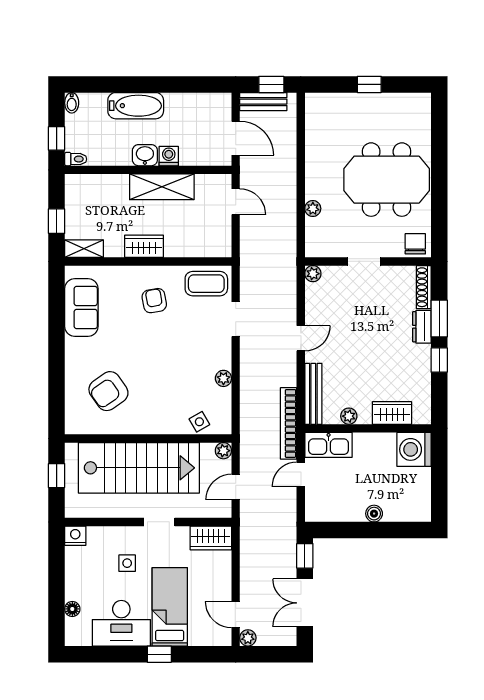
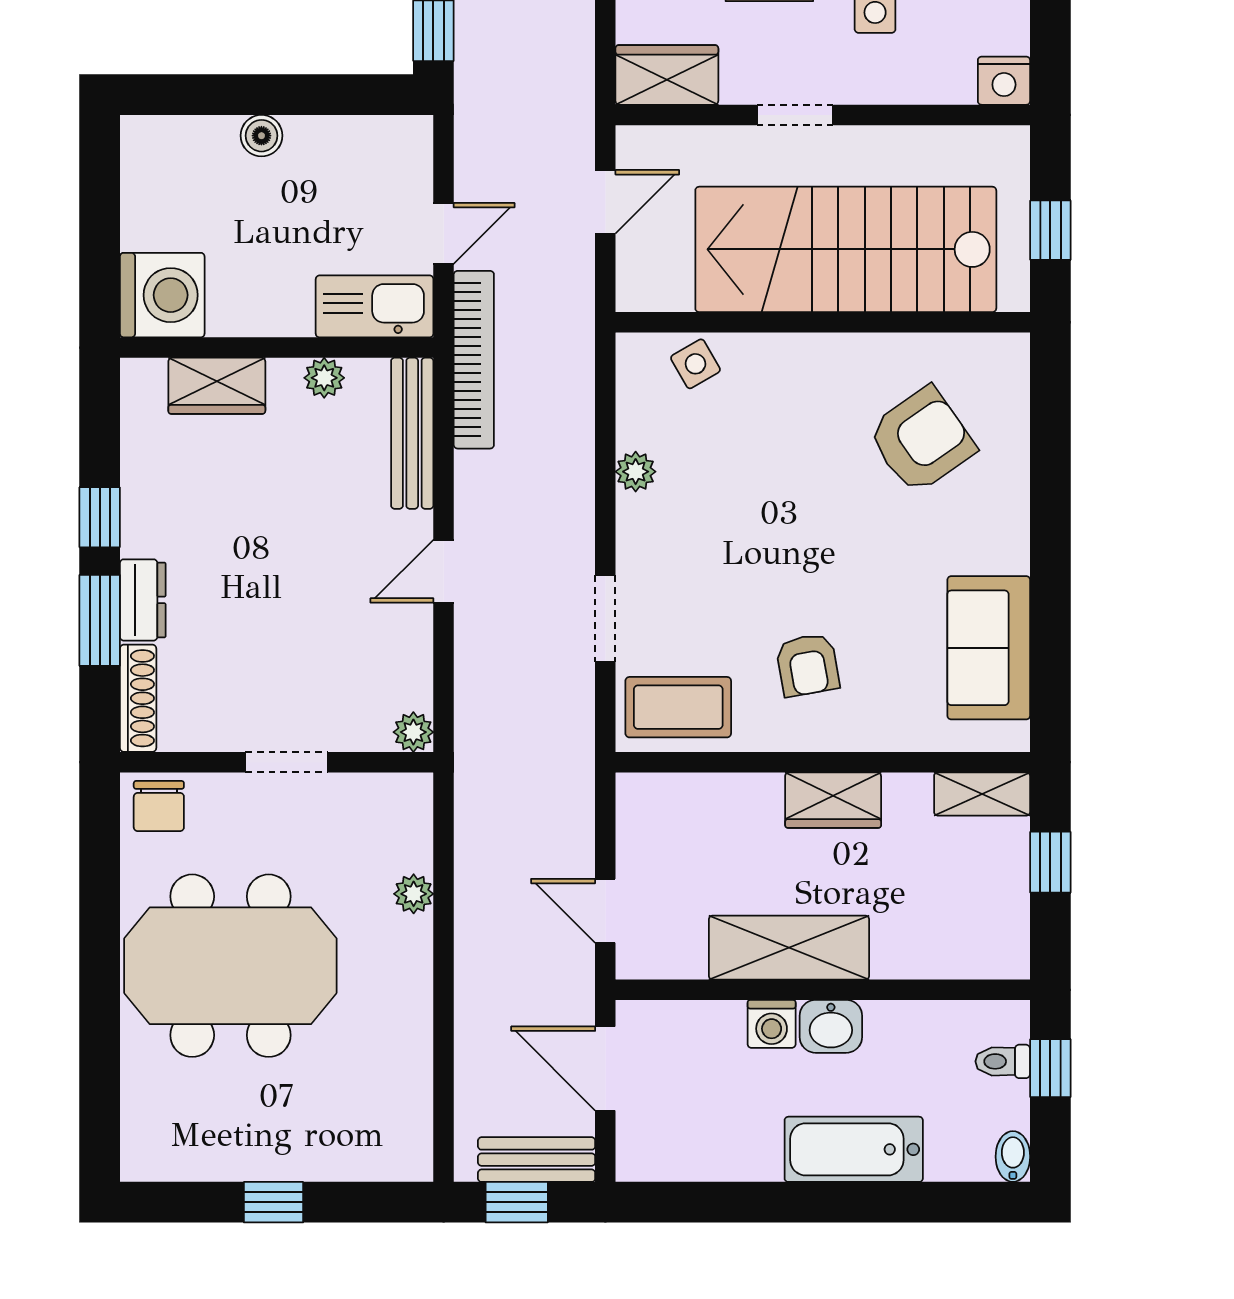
toilet: (76, 159) -> (1003, 1061), moved
plant: (223, 451) -> (636, 292), removed

